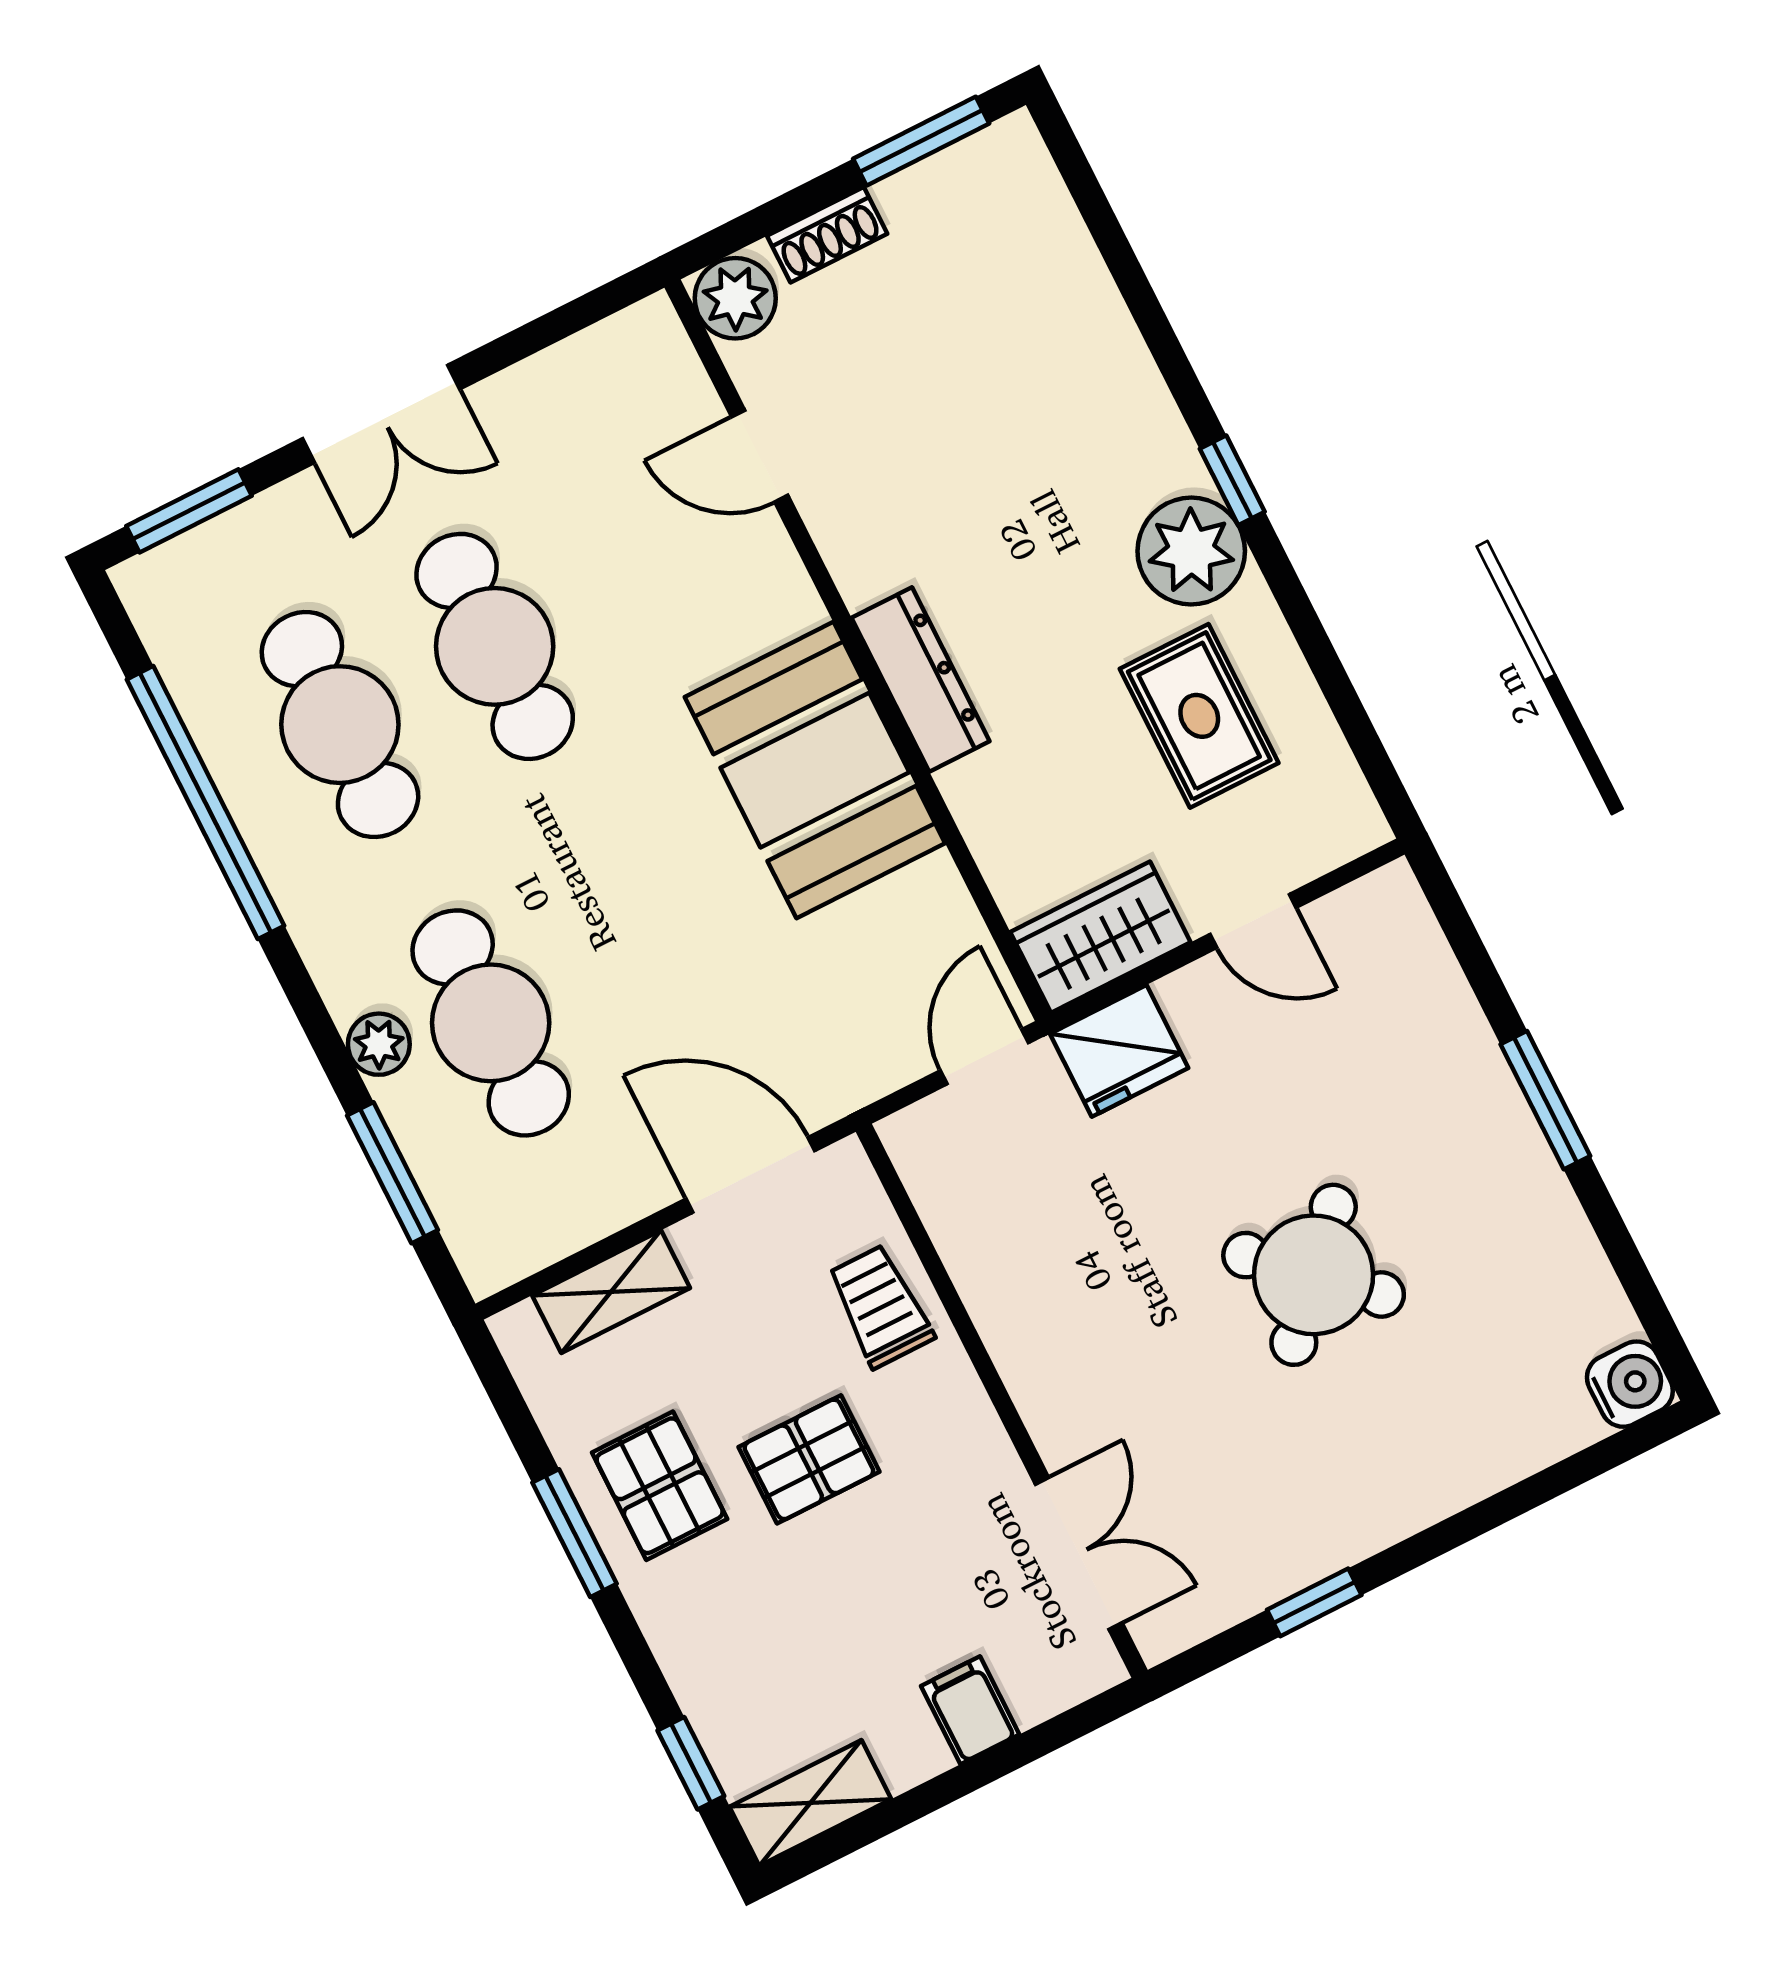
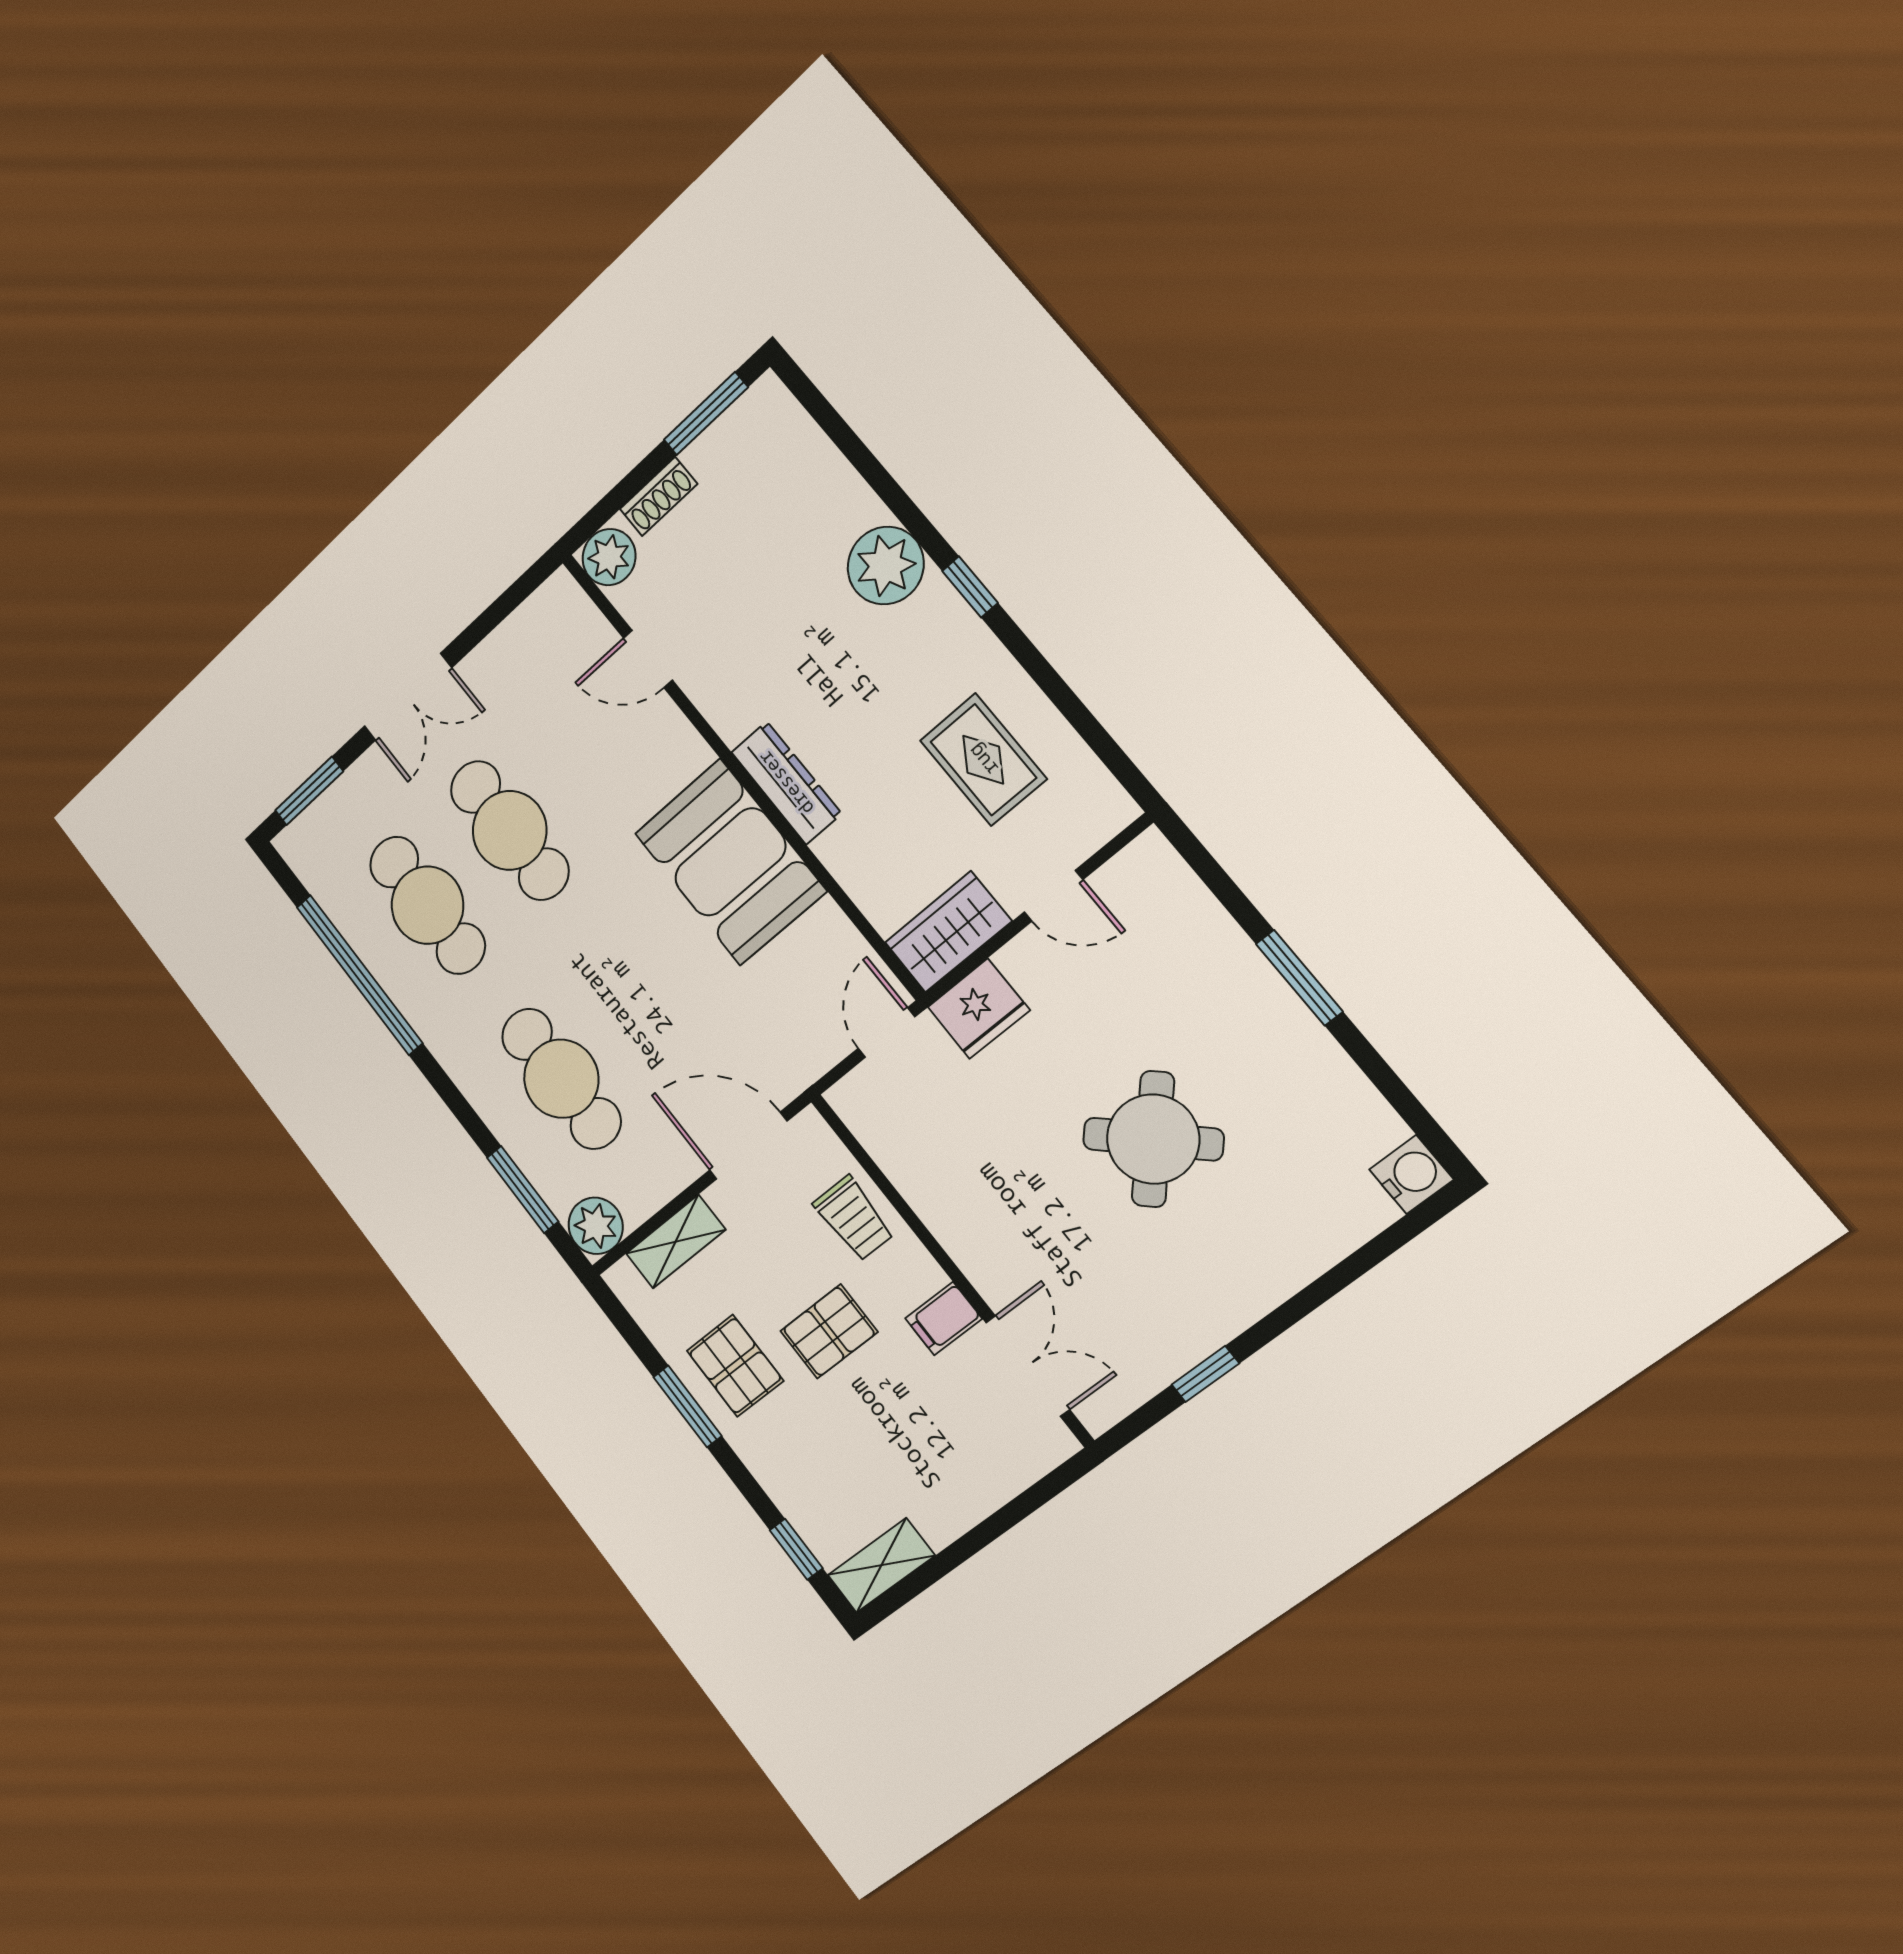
plant: (1191, 551) -> (886, 566), moved
plant: (379, 1044) -> (596, 1226), moved, width x1.38, depth x1.38
trolley: (880, 1306) -> (854, 1218), turned 180
filing cabinet: (970, 1710) -> (944, 1319), moved, turned -90

